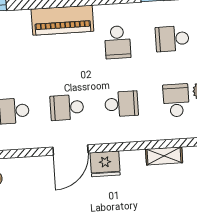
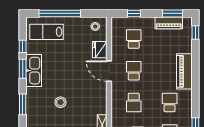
school desk: (118, 42) -> (170, 102), turned 90
fridge: (105, 164) -> (100, 50), moved

